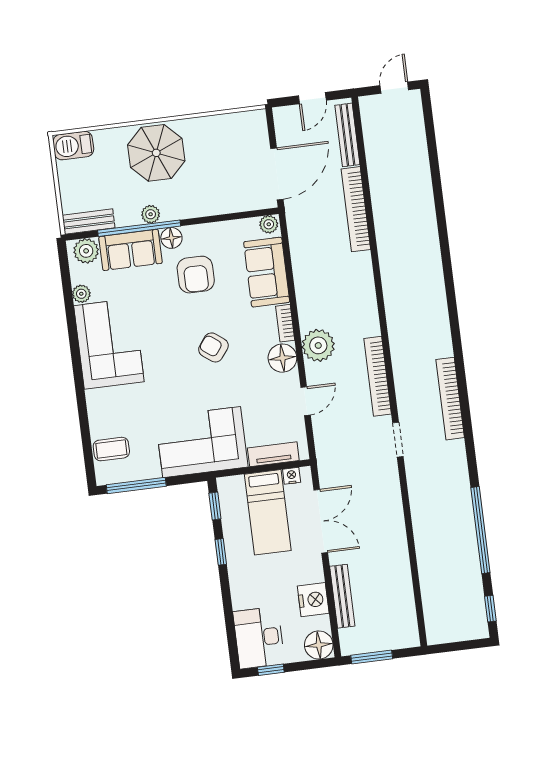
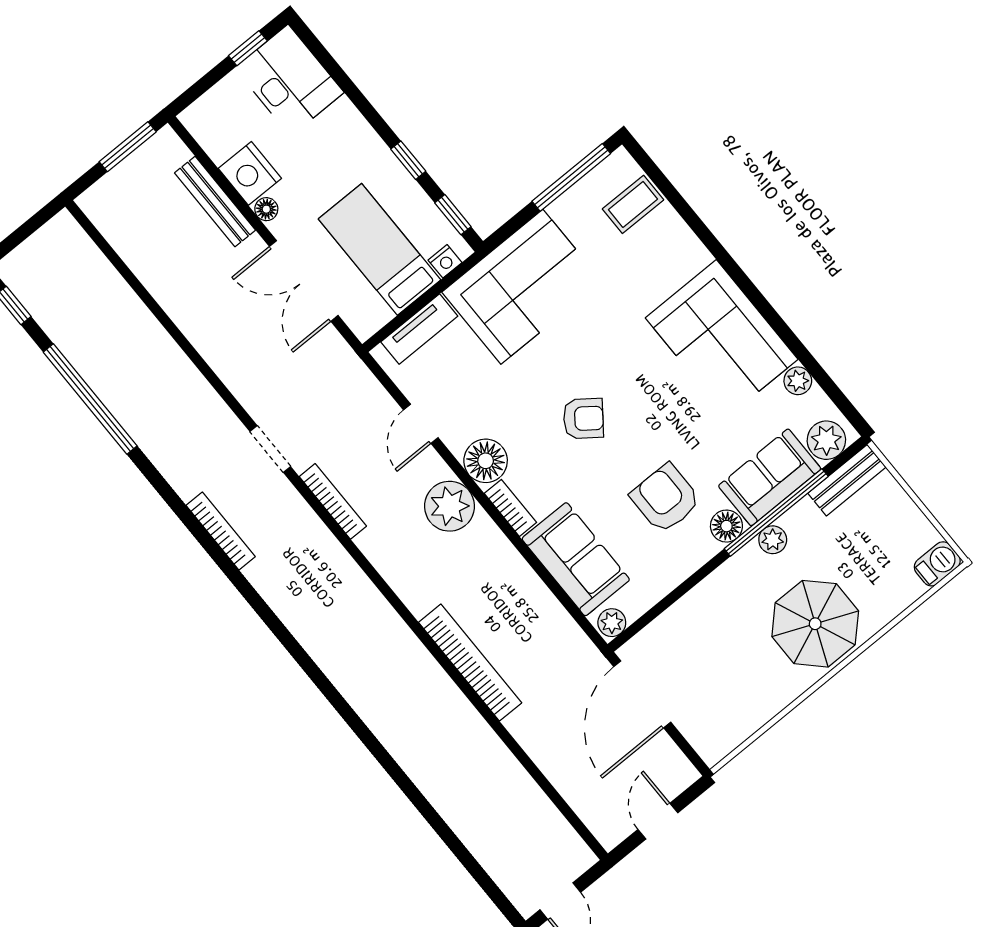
bench: (347, 135) -> (583, 802), removed
barbecue: (73, 146) -> (937, 564), width x0.73, depth x0.79
bookcase: (356, 209) -> (470, 663), moved
bookcase: (378, 376) -> (333, 501), width x0.68, depth x0.76
bookcase: (450, 399) -> (221, 531), width x0.68, depth x0.76
nightstand: (292, 476) -> (445, 261), moved
floor lamp: (319, 645) -> (266, 209), moved, width x0.53, depth x0.53

